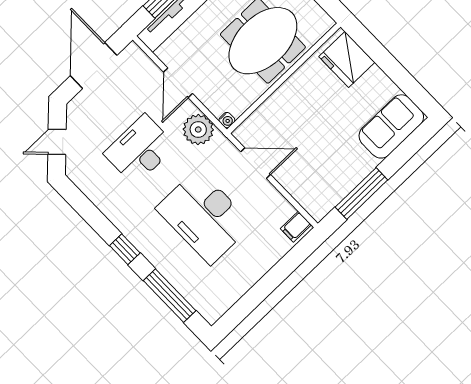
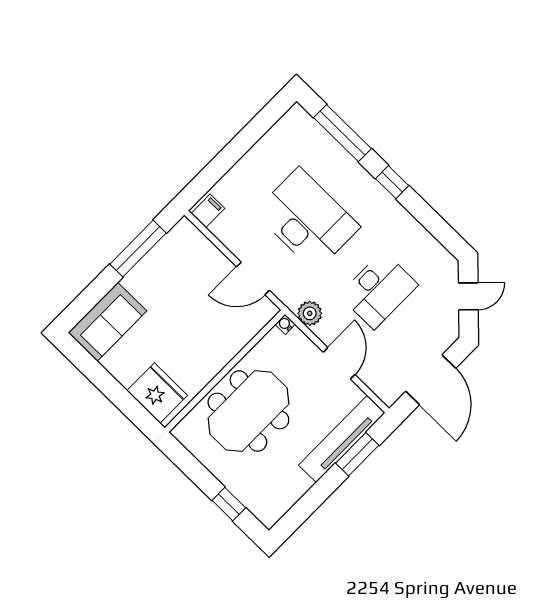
plant: (198, 130) -> (310, 313), width x0.73, depth x0.73

